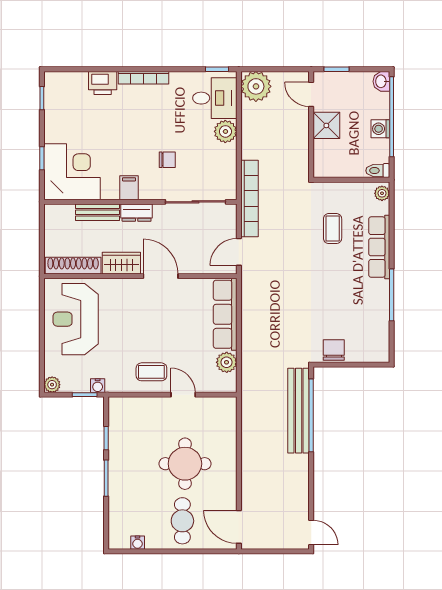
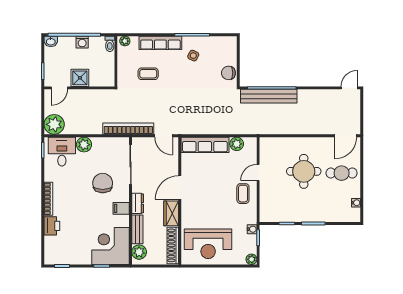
chair: (167, 160) -> (103, 183), width x1.87, depth x1.87
plant: (63, 215) -> (139, 252), added
side table: (360, 297) -> (193, 56), added

